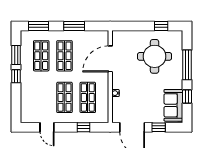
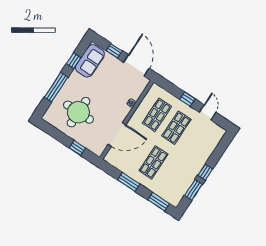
window: (161, 26) -> (77, 148), moved
shop shelf: (41, 56) -> (173, 175), removed
window: (84, 127) -> (187, 99), moved

